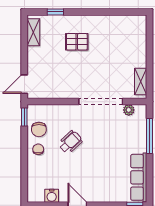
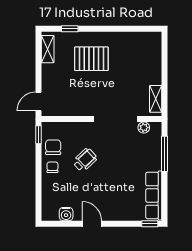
pallet: (77, 42) -> (91, 59), width x1.50, depth x1.42
chair: (39, 129) -> (53, 147), turned 180

